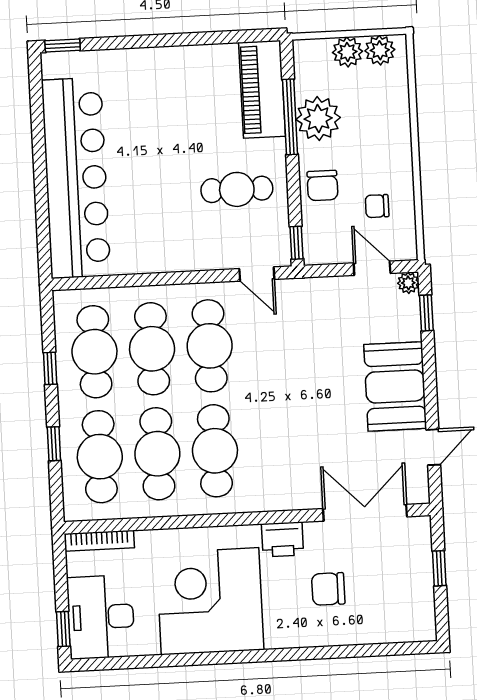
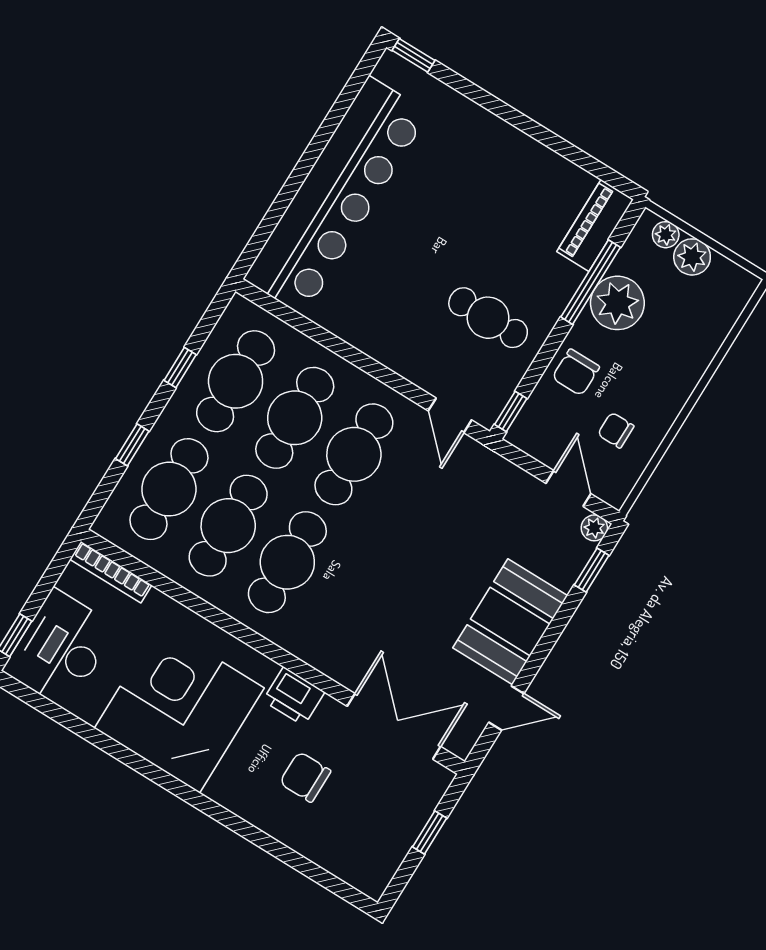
plant: (380, 50) -> (666, 235), moved, width x0.73, depth x0.73
piano: (262, 89) -> (595, 226), width x0.73, depth x0.75

